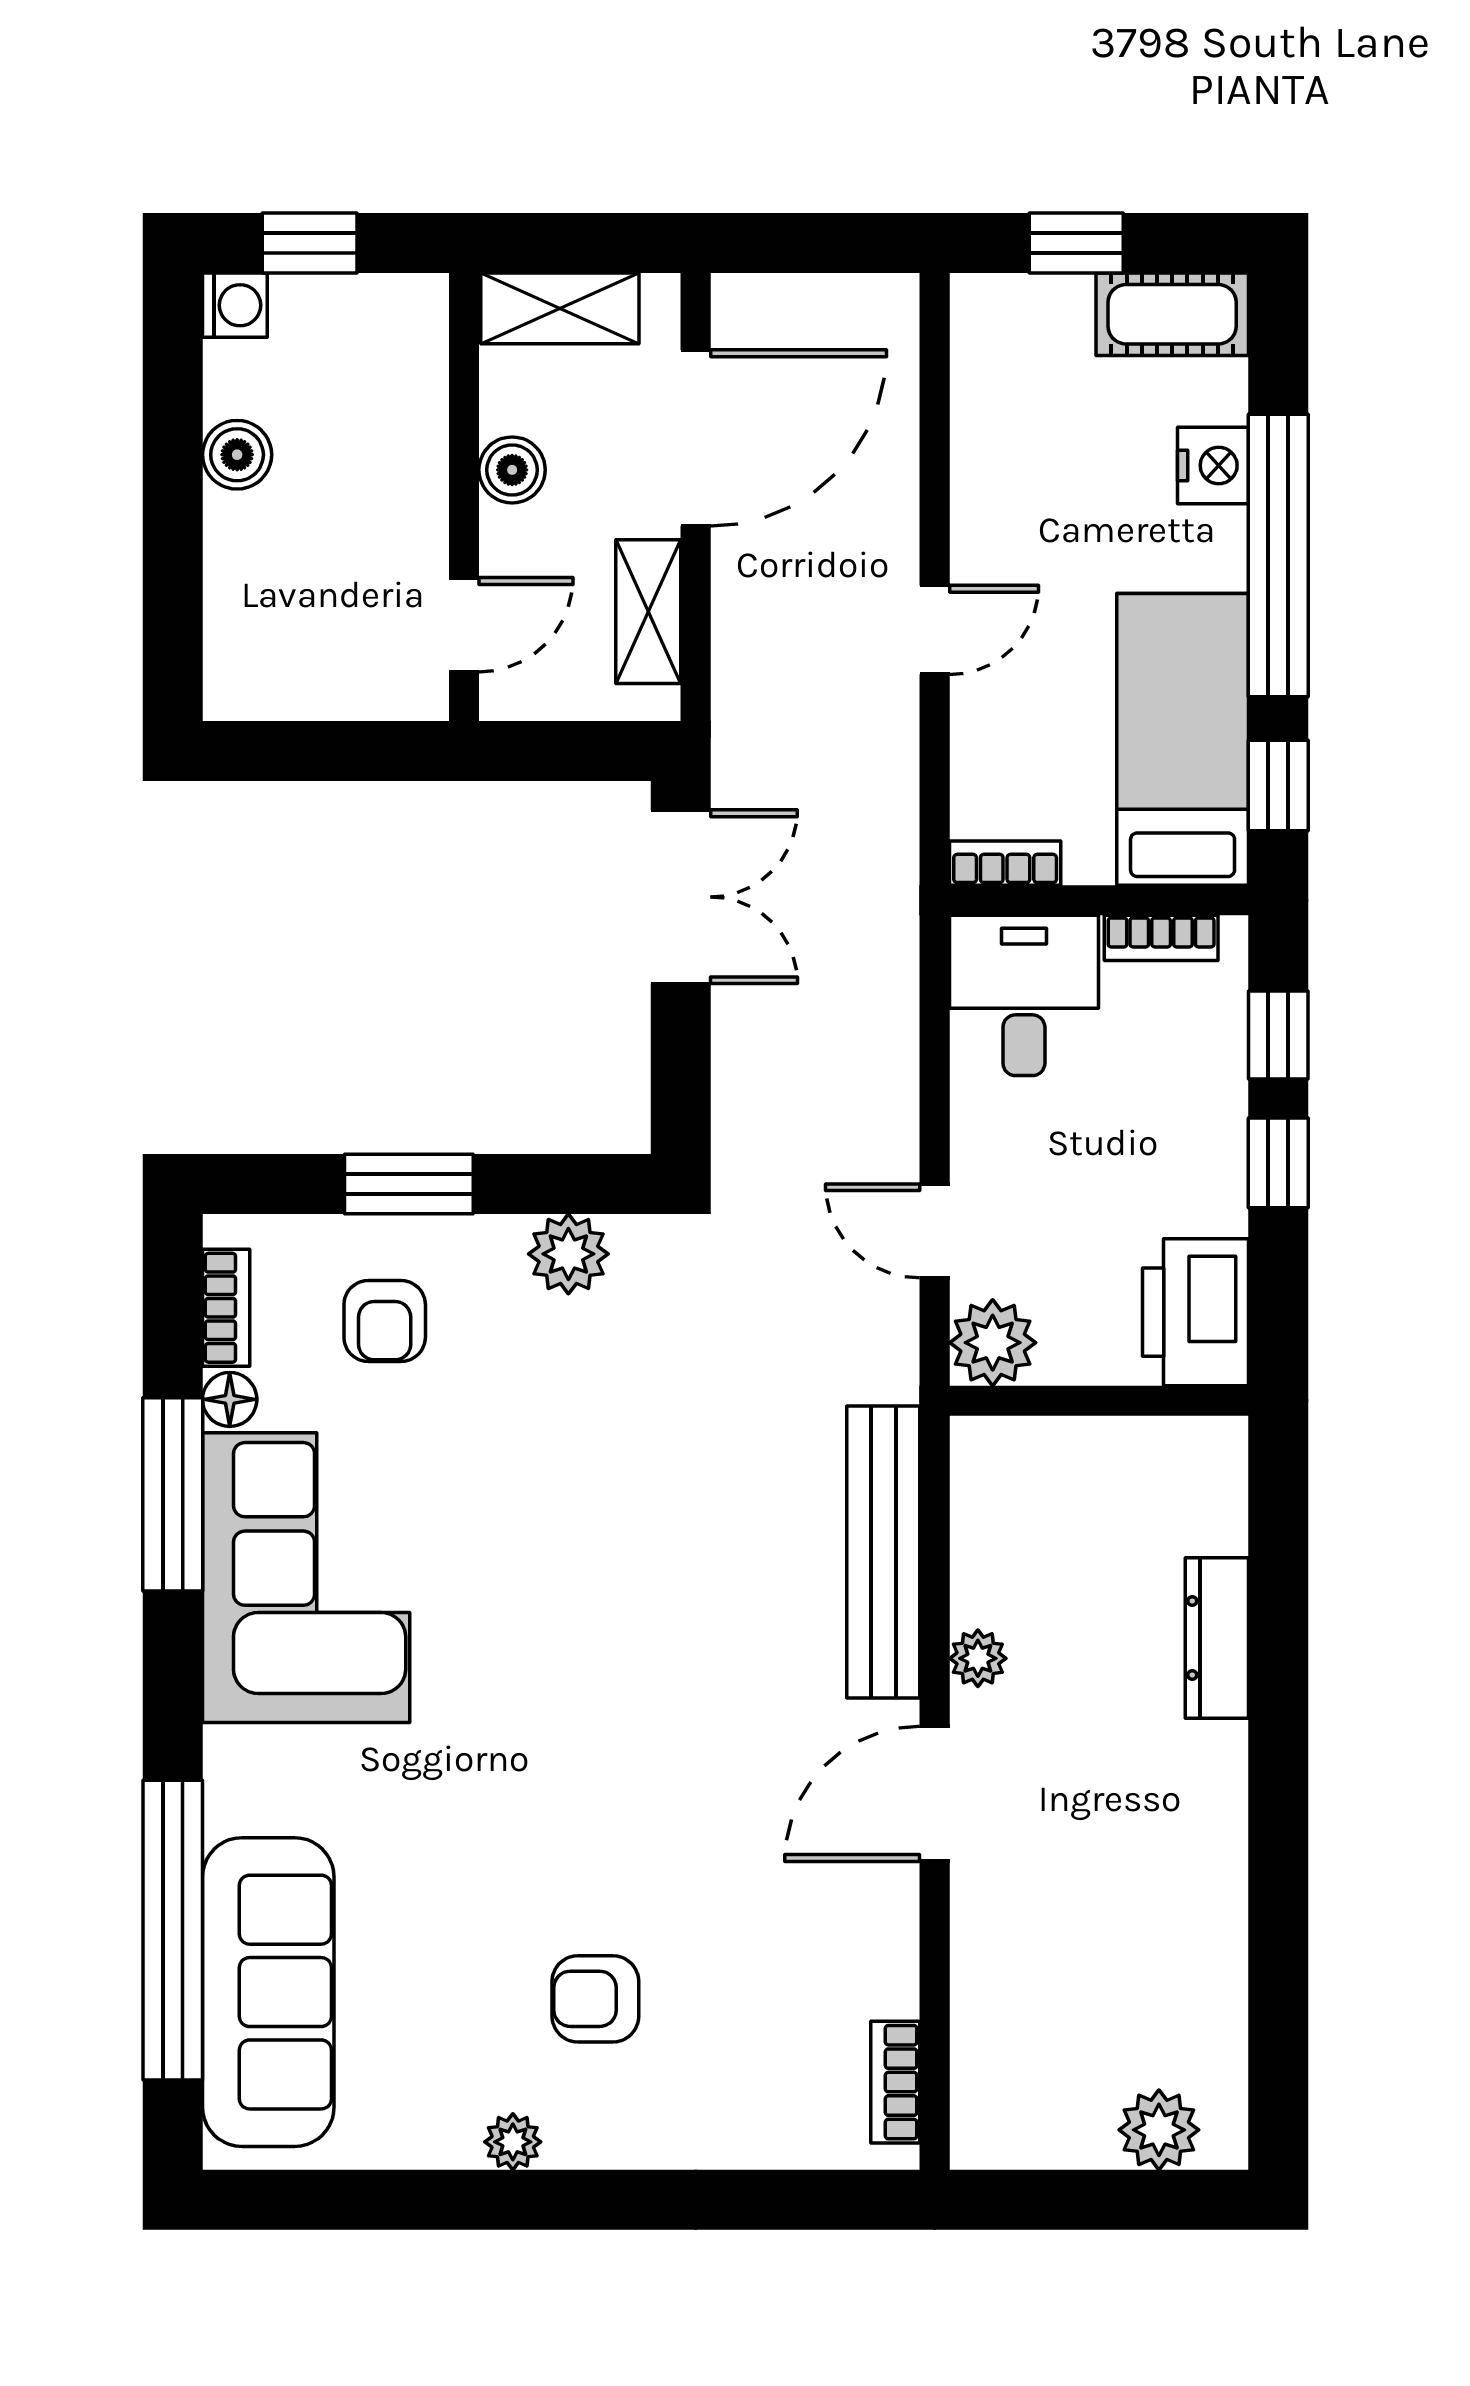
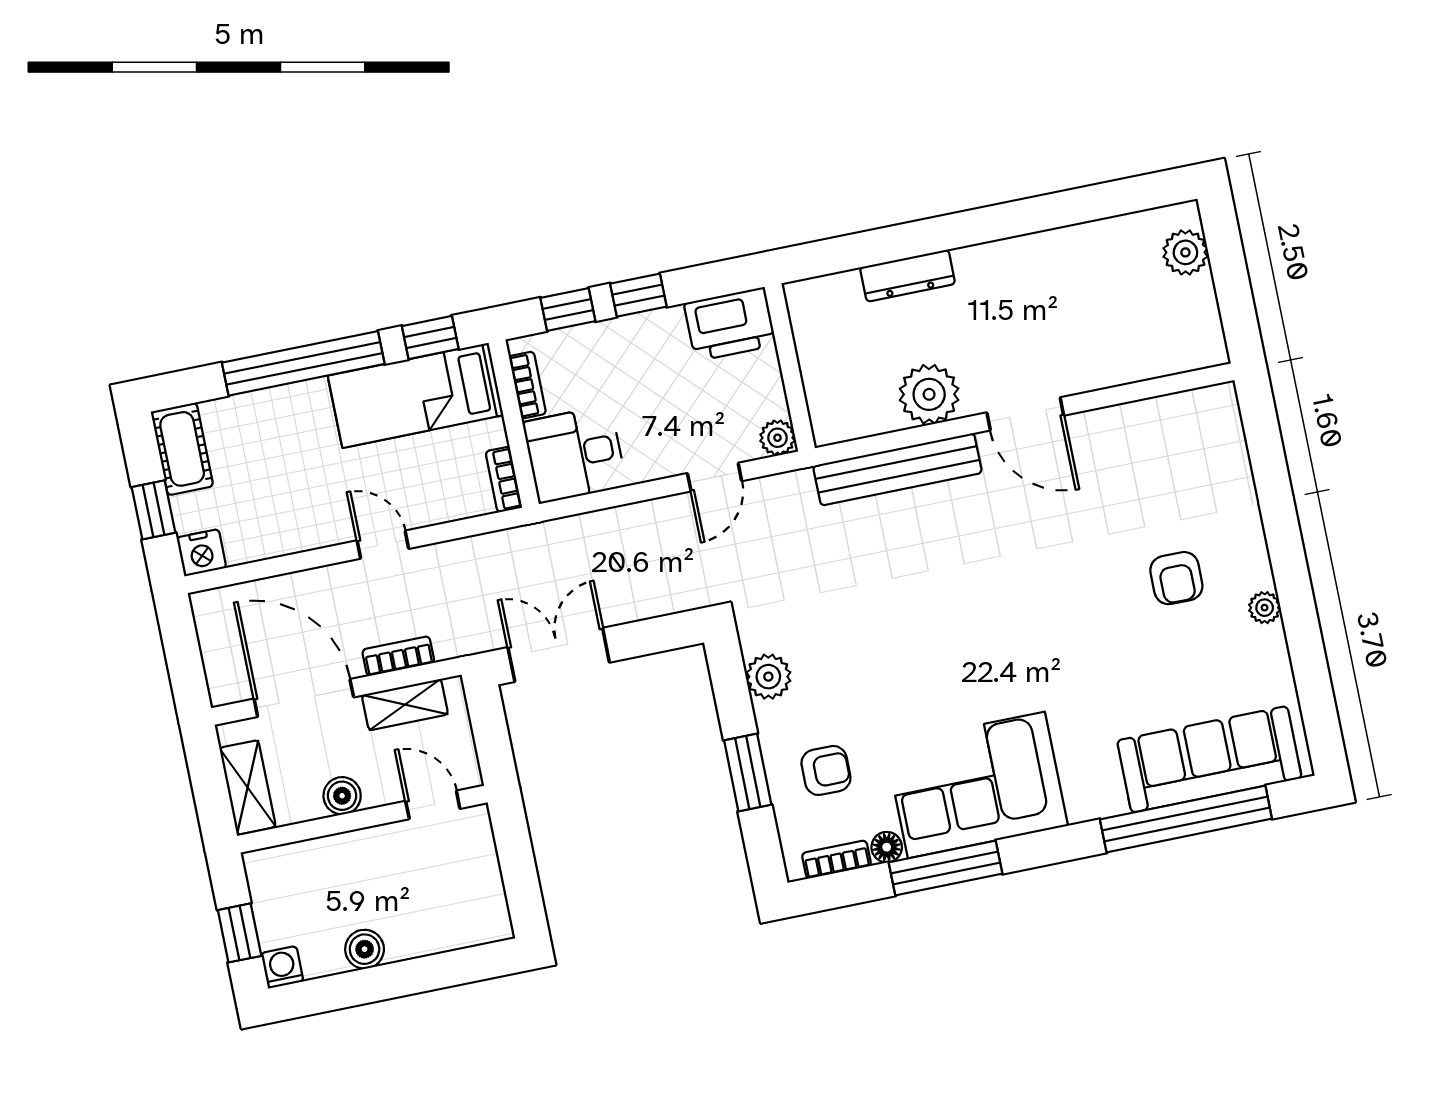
nightstand: (1213, 465) -> (201, 553), moved, turned 180
plant: (993, 1343) -> (777, 438), width x0.73, depth x0.73
plant: (978, 1658) -> (929, 394), width x1.87, depth x1.87
bookcase: (895, 2082) -> (398, 656), moved, turned 180

